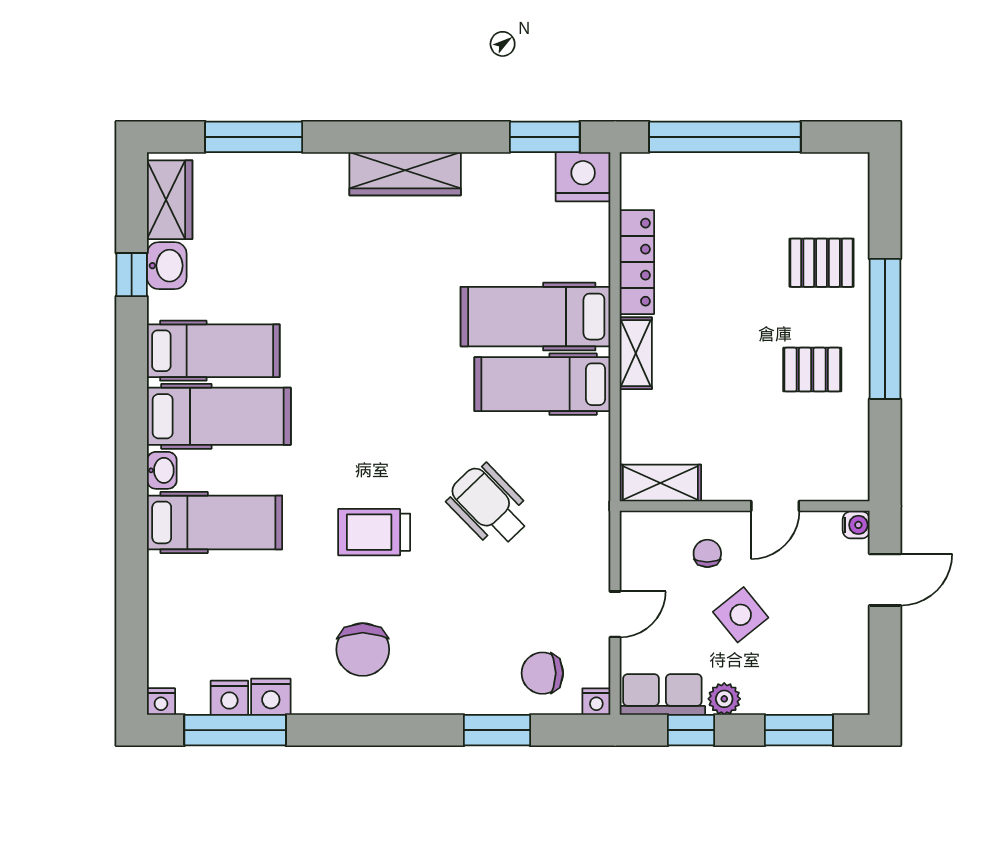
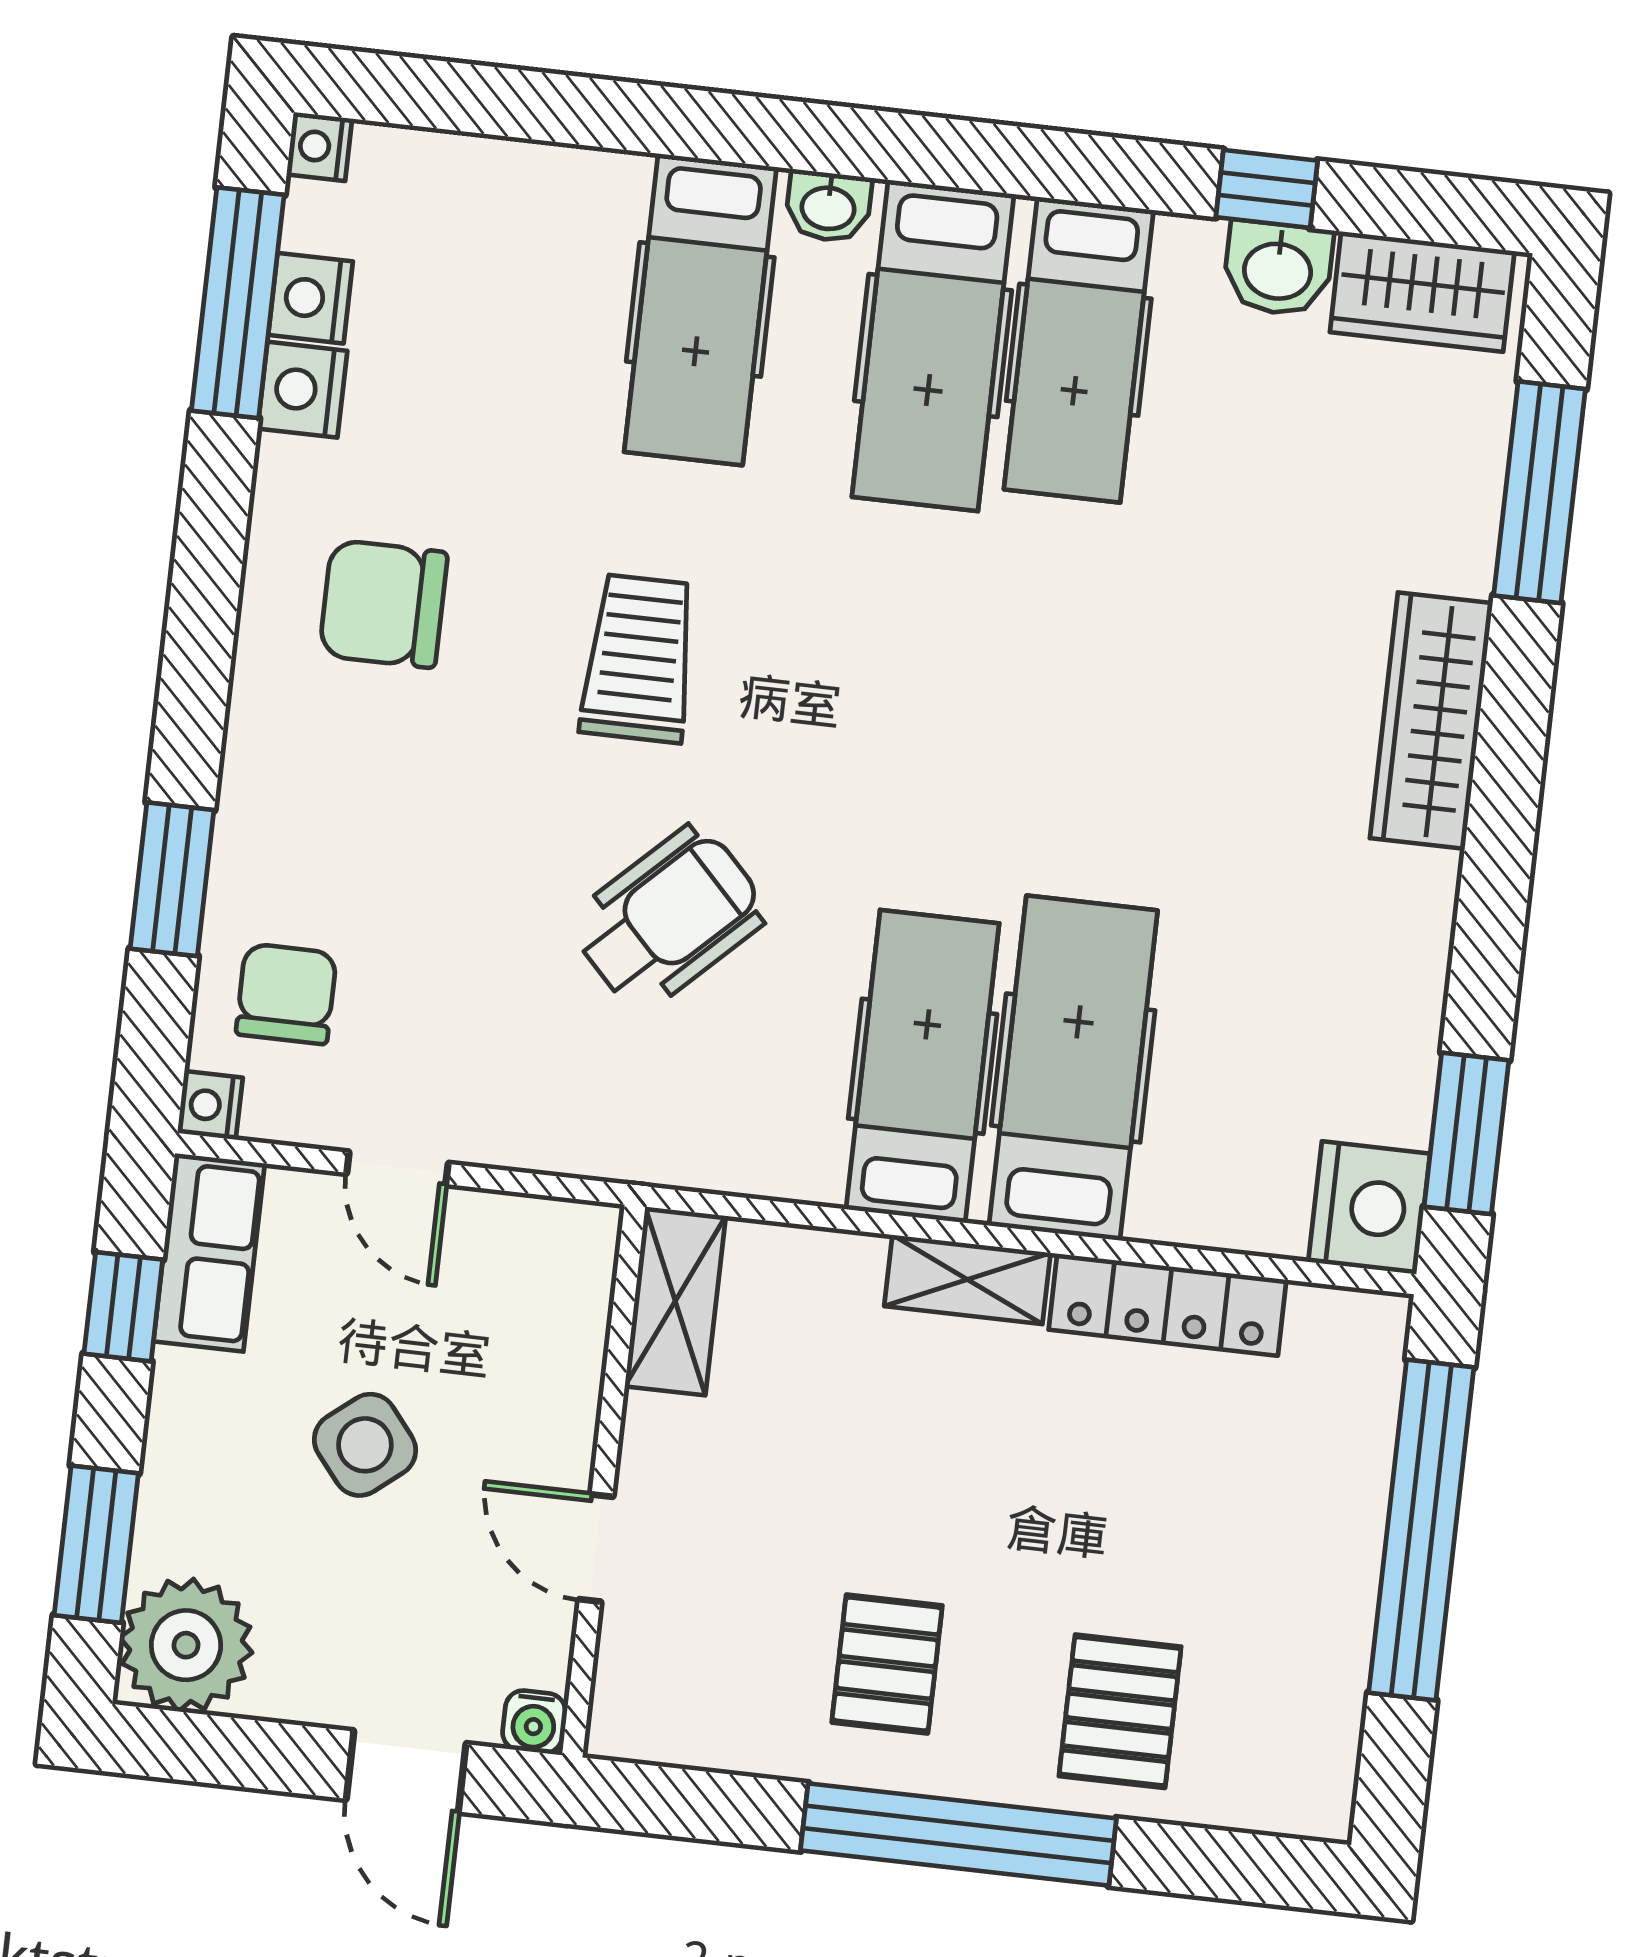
wardrobe: (405, 174) -> (1431, 721), moved
chair: (707, 553) -> (509, 1387), removed
plant: (724, 699) -> (186, 1645), moved, width x1.88, depth x1.88

